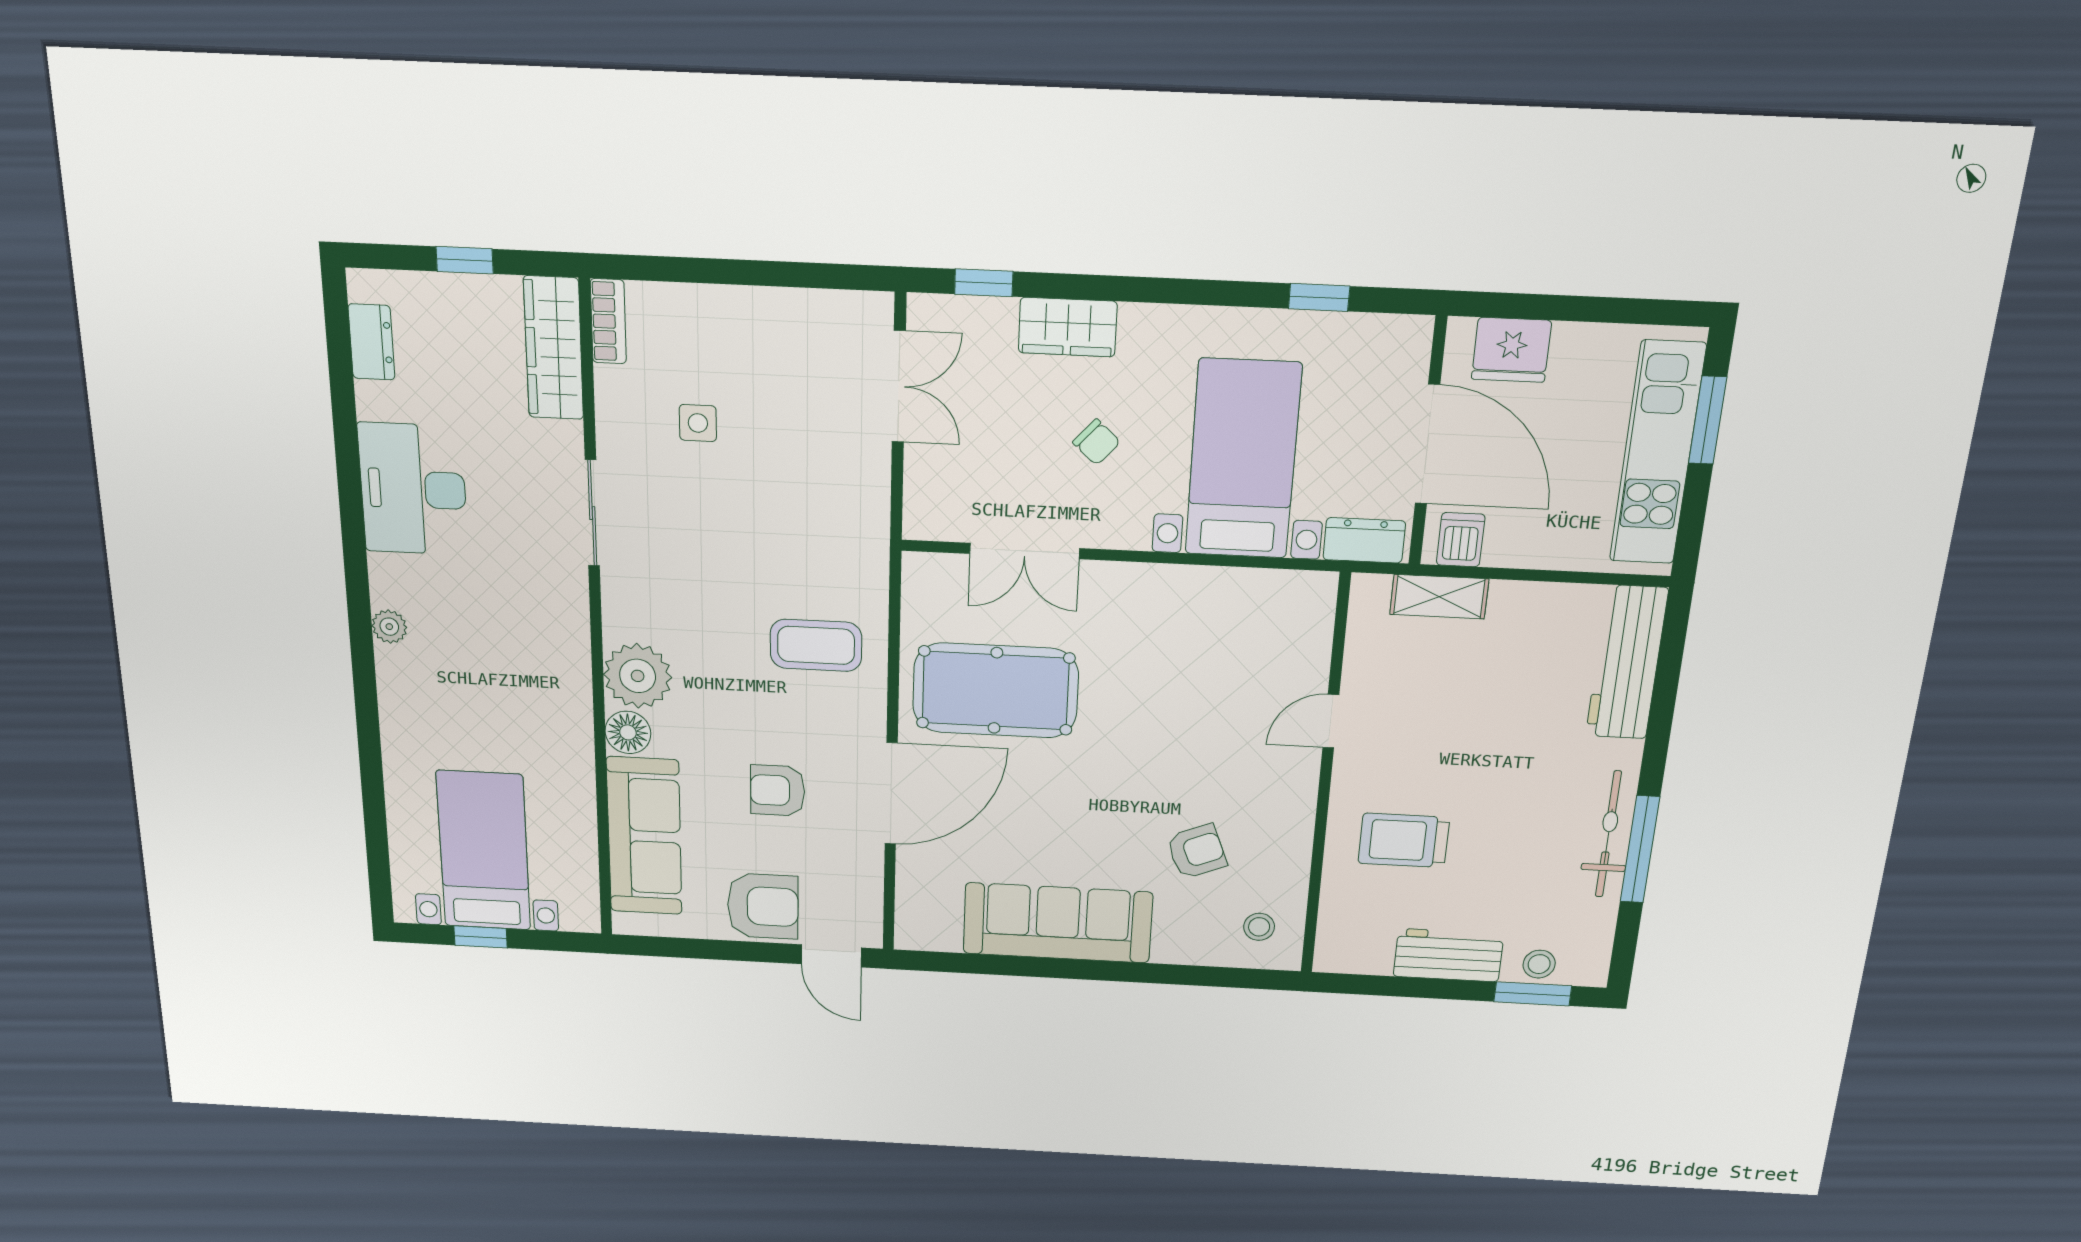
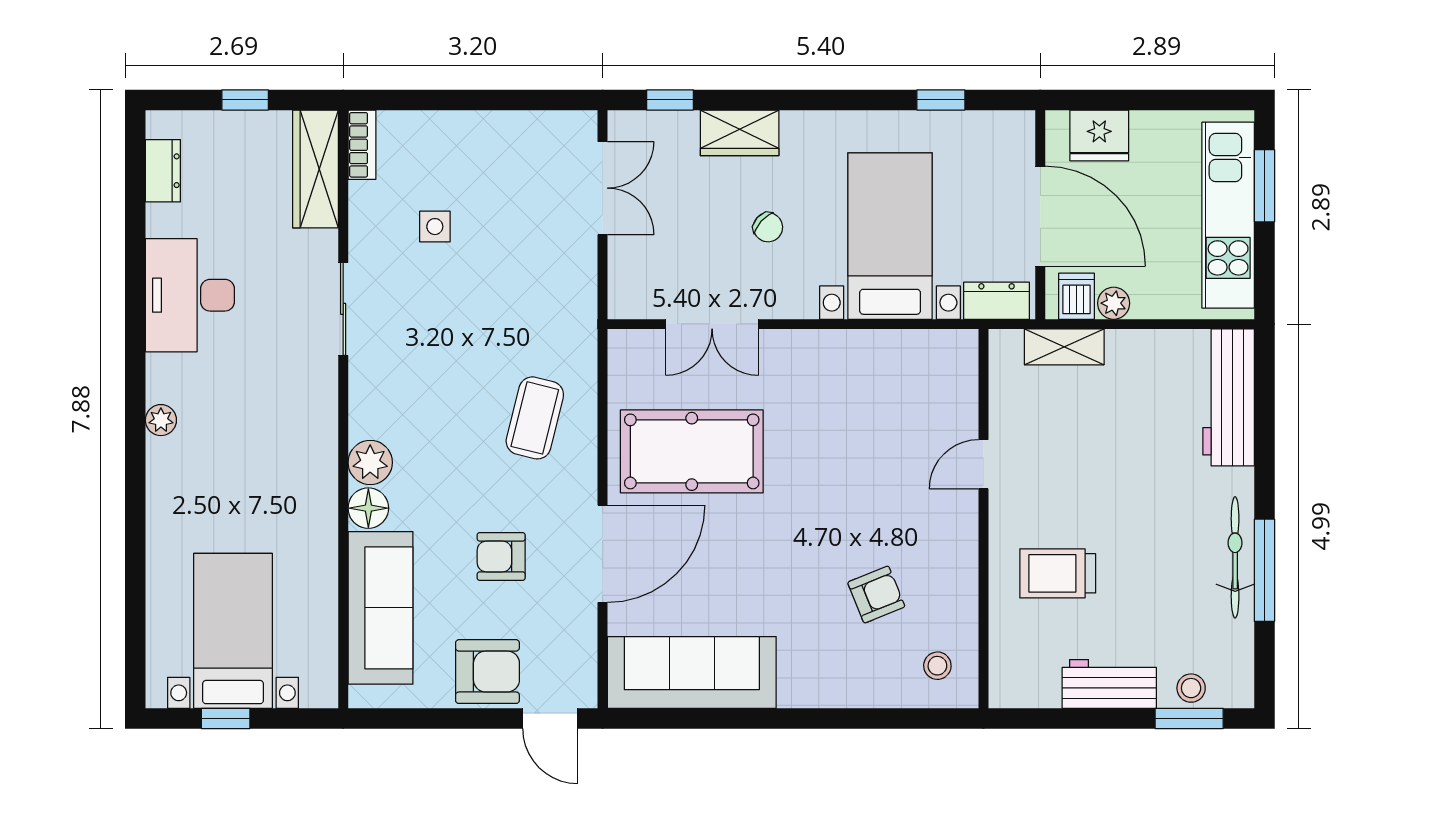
plant: (1504, 550) -> (1114, 303), added
coffee table: (816, 645) -> (535, 418), turned -76
plant: (638, 676) -> (370, 462), width x0.73, depth x0.73
sofa: (1058, 923) -> (692, 672), moved

